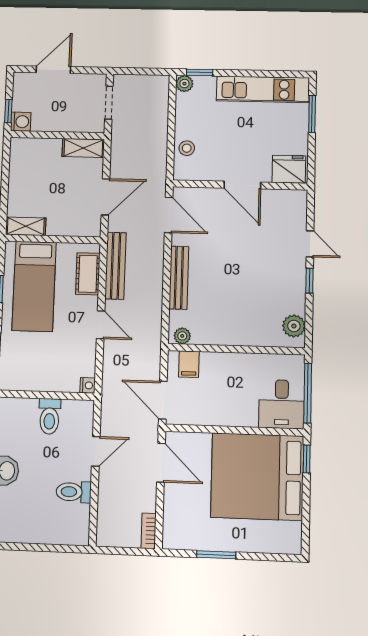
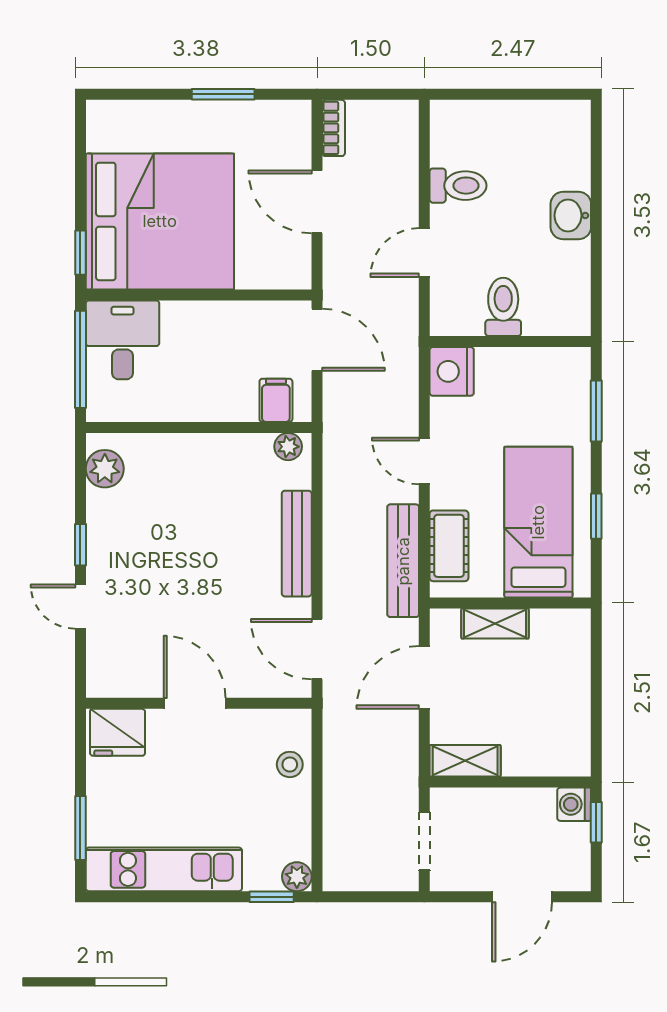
shelving: (26, 226) -> (495, 624), moved
nightstand: (88, 385) -> (452, 371), width x1.89, depth x1.79
door: (161, 463) -> (317, 202), moved

